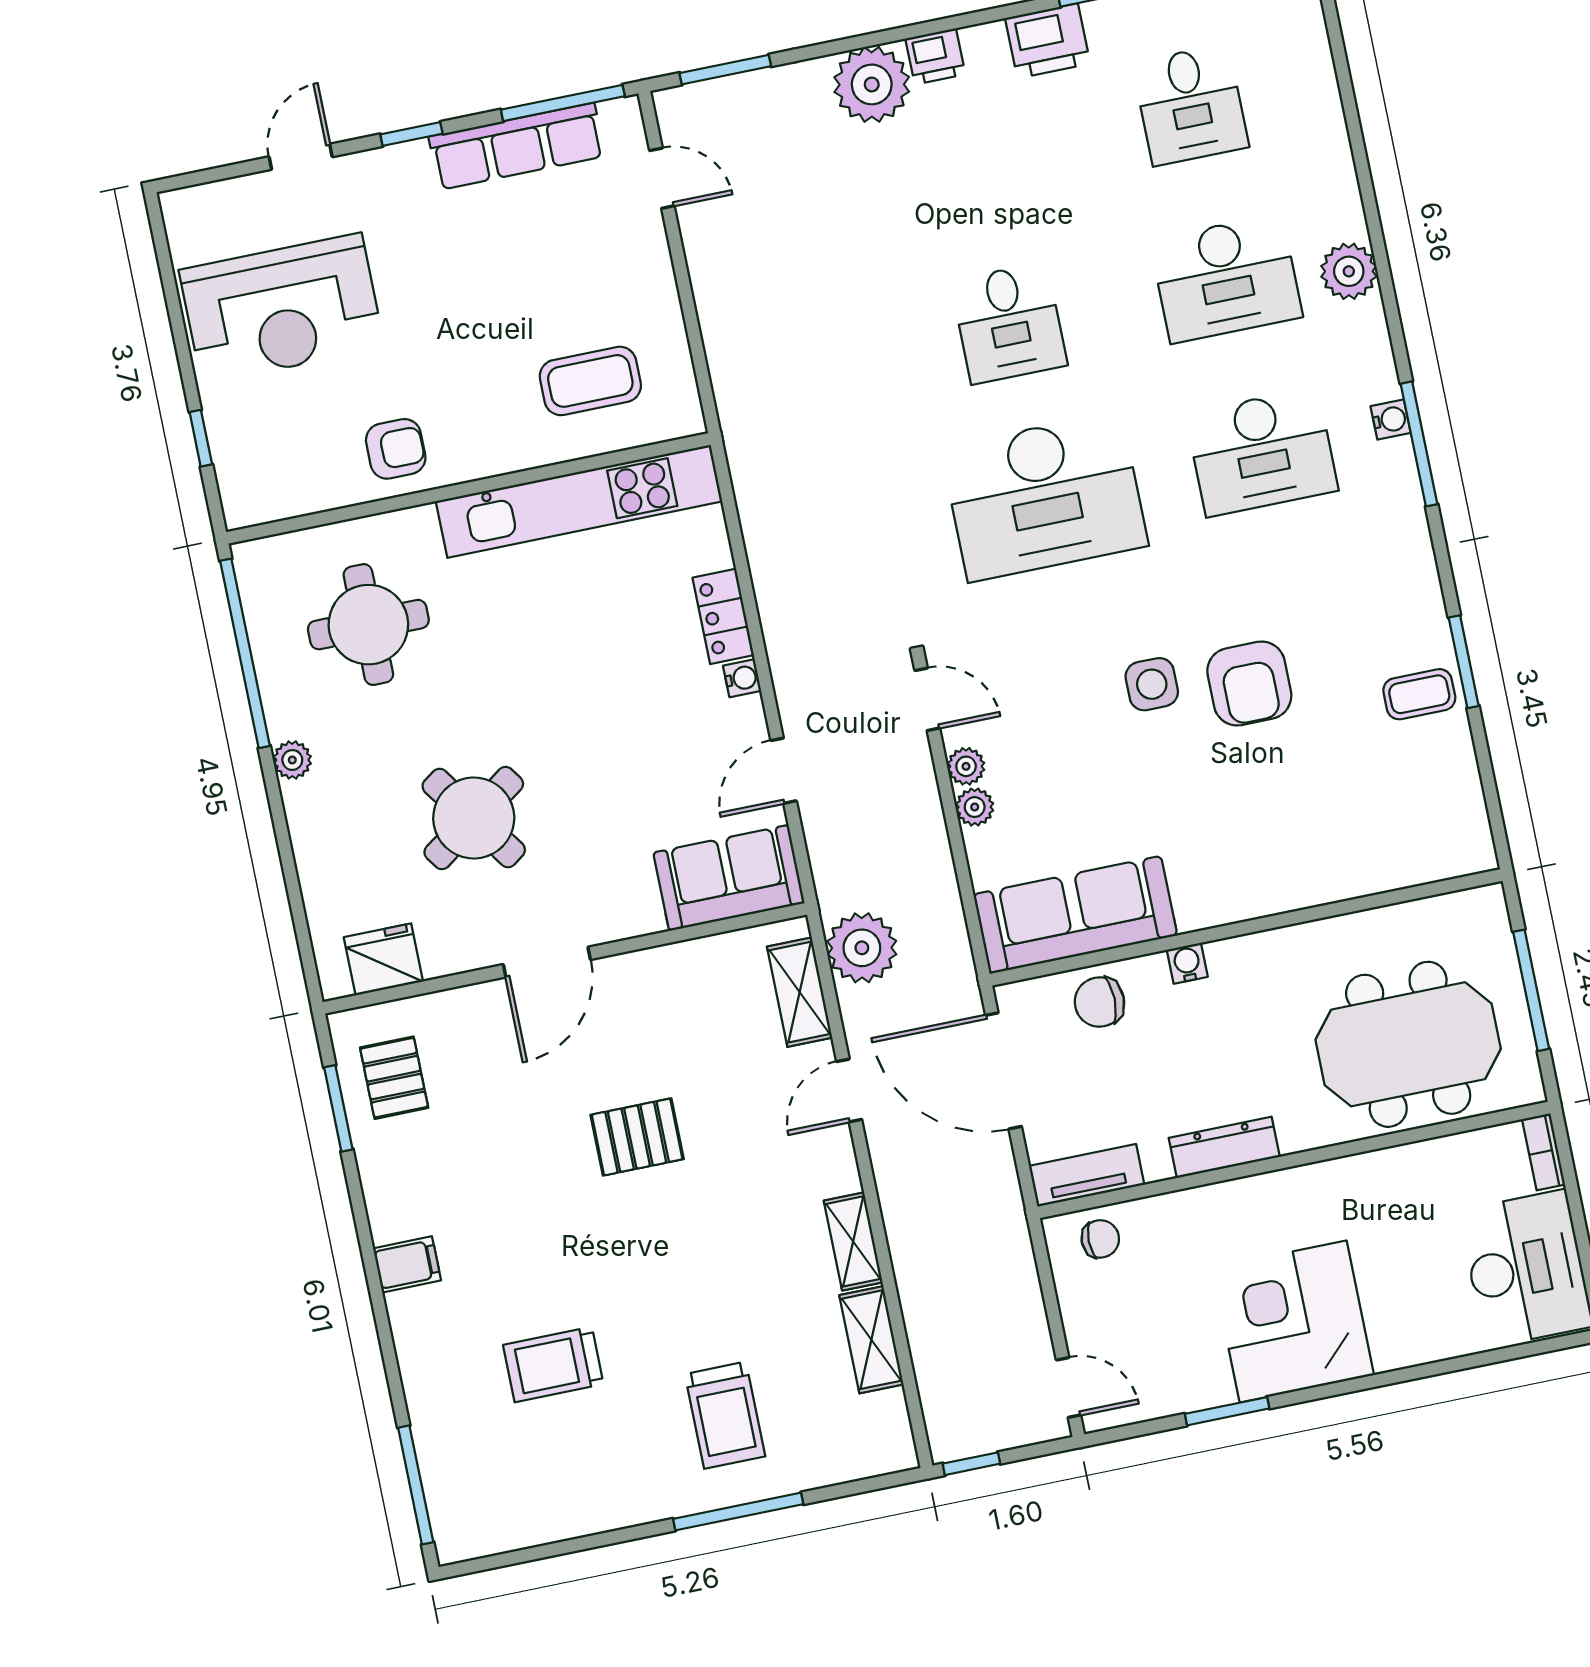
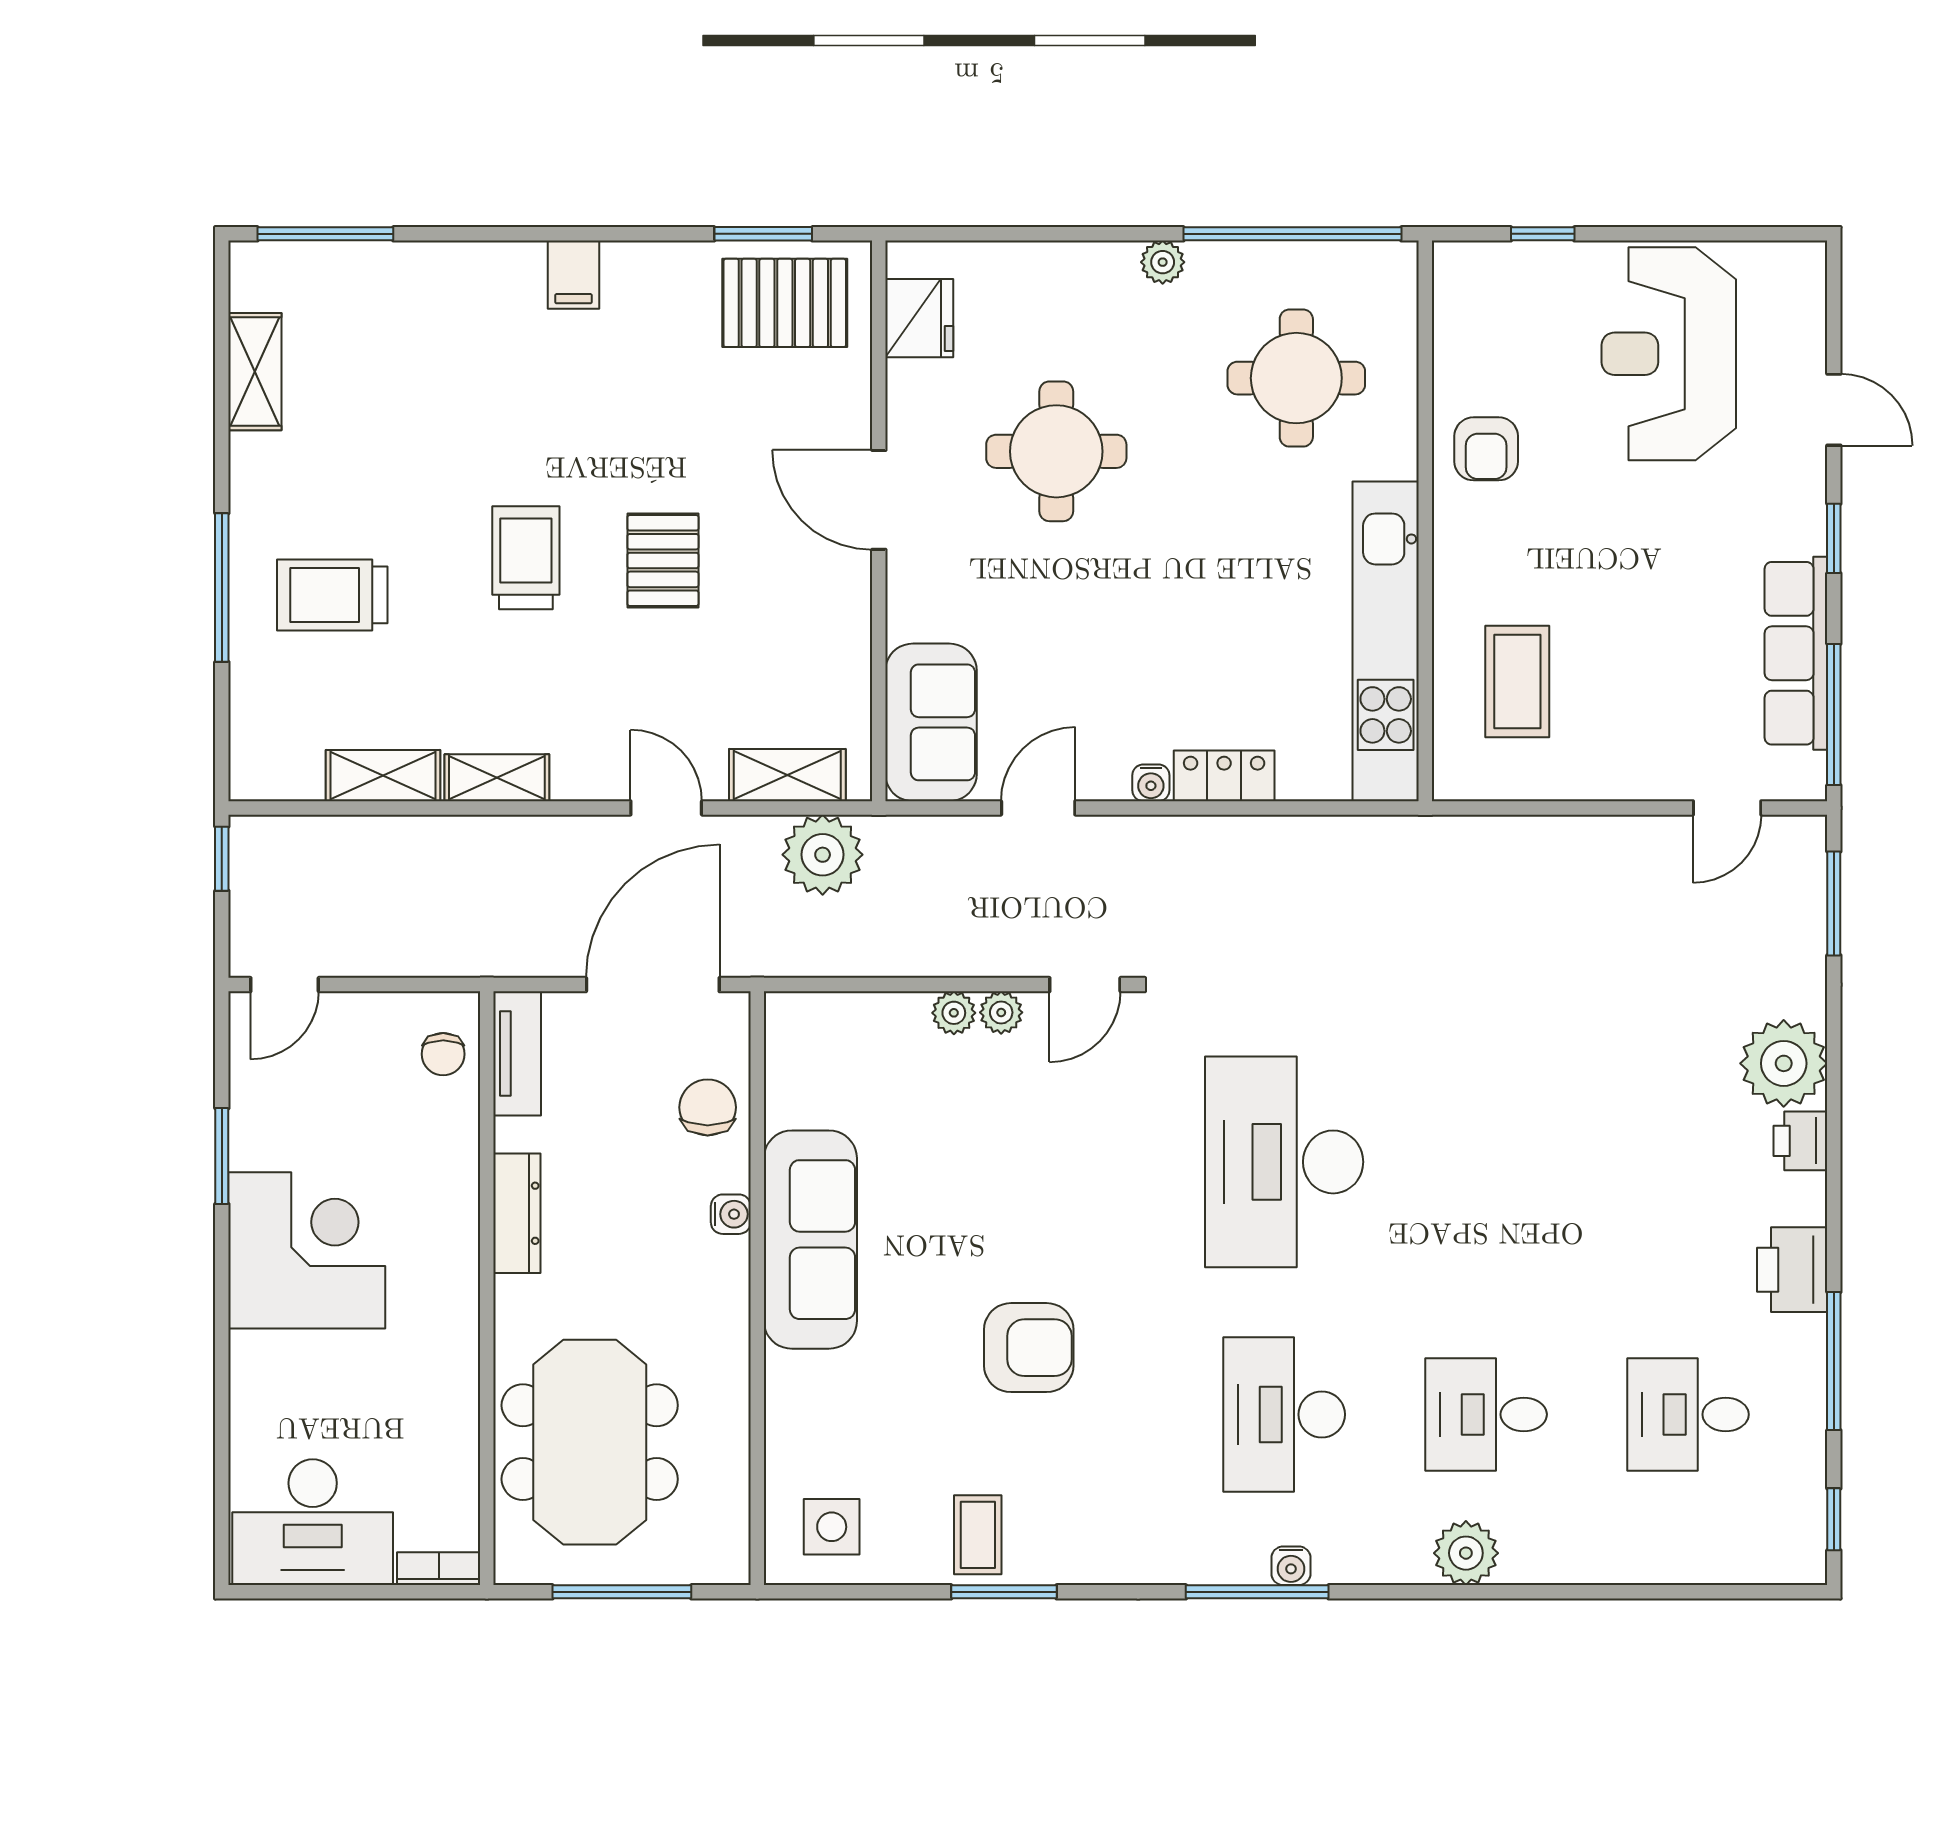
desk: (1226, 278) -> (1486, 1414), width x0.73
desk: (1009, 323) -> (1486, 1162), removed
armchair: (1249, 683) -> (1029, 1348), turned 180
side table: (1152, 684) -> (832, 1527), moved
door: (784, 771) -> (1038, 808), hinge flipped
round table: (474, 818) -> (1056, 451), turned 35
sofa: (1075, 915) -> (810, 1240), moved
pallet: (394, 1078) -> (785, 303), width x1.50, depth x1.42
trolley: (553, 1364) -> (526, 558), moved
shelving: (547, 1521) -> (255, 372), added

